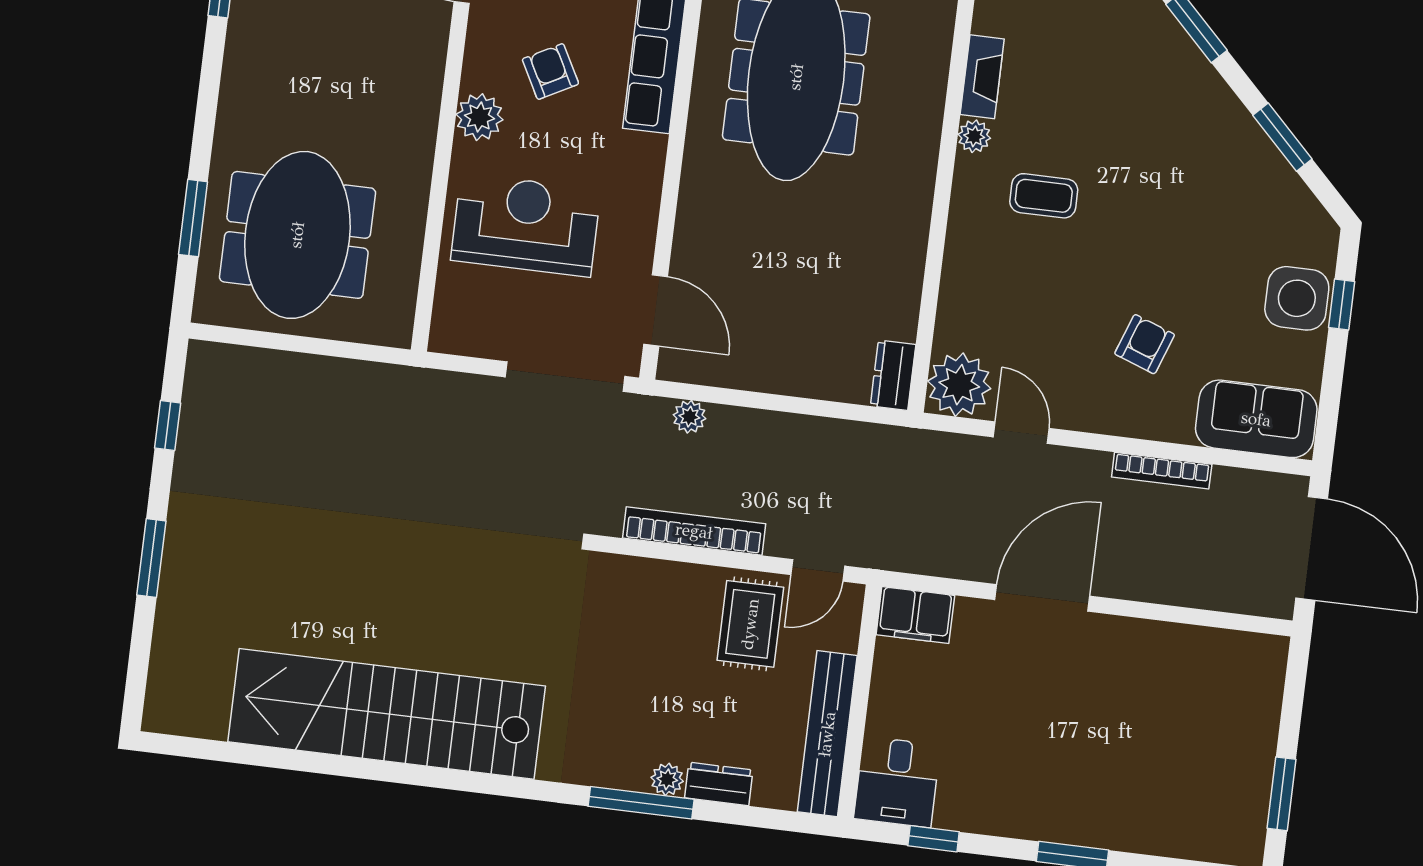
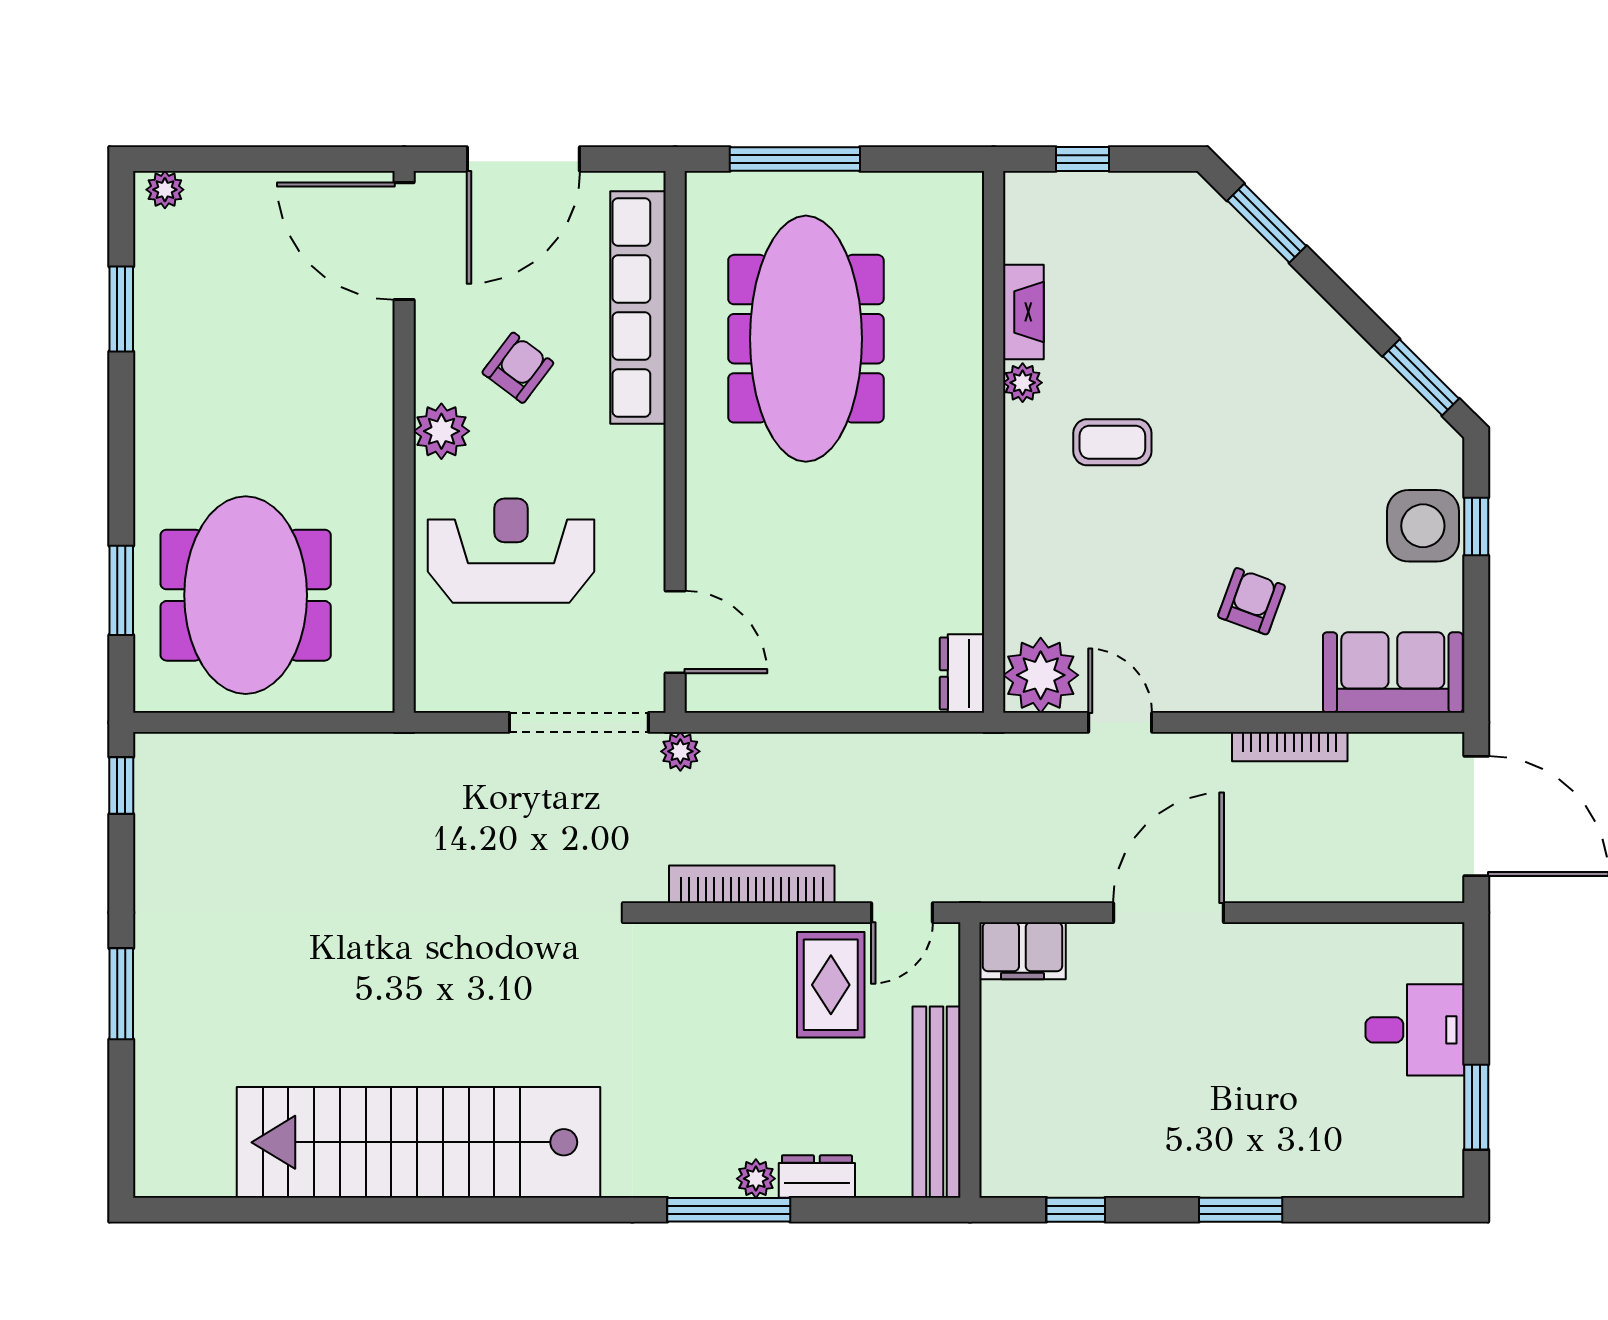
armchair: (550, 71) -> (518, 368), turned 65
window: (1282, 137) -> (1421, 377), moved
plant: (689, 417) -> (680, 751), moved
window: (168, 426) -> (121, 785), moved
desk: (897, 782) -> (1415, 1030), moved, turned -90

